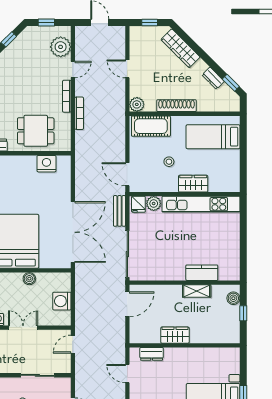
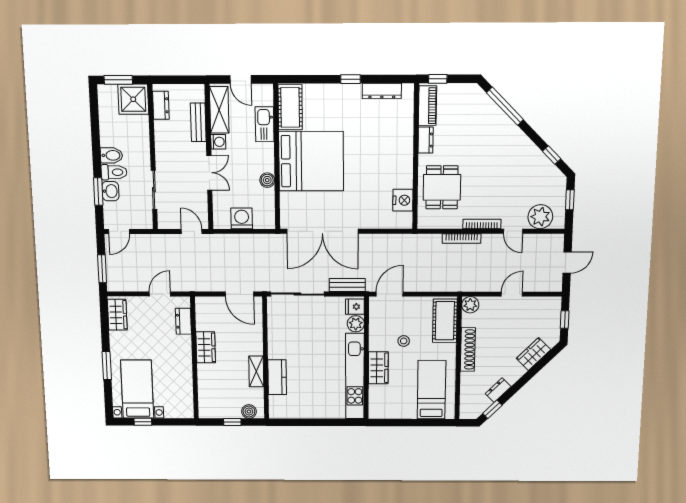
wardrobe: (181, 48) -> (534, 354), width x0.67

